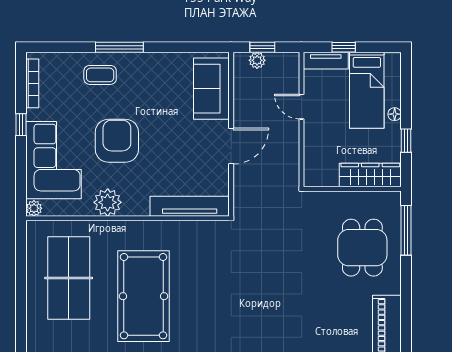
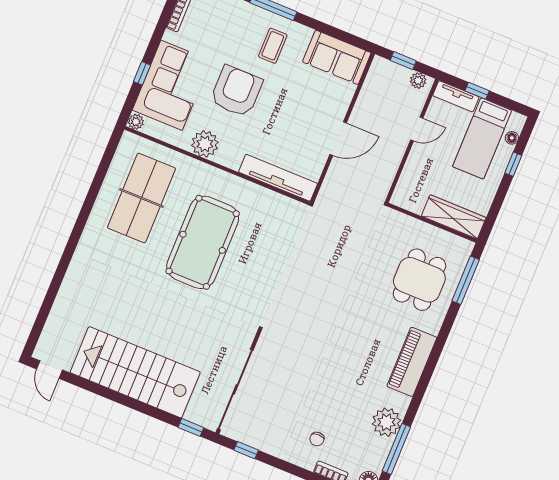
plant: (257, 60) -> (418, 81), moved
coffee table: (100, 75) -> (273, 46), moved, turned 90
sofa: (211, 89) -> (337, 57), moved, turned -90
door: (302, 107) -> (417, 129), swing flipped
floor lamp: (395, 114) -> (512, 138), moved
window: (21, 125) -> (142, 73), moved
window: (406, 141) -> (513, 164), moved

